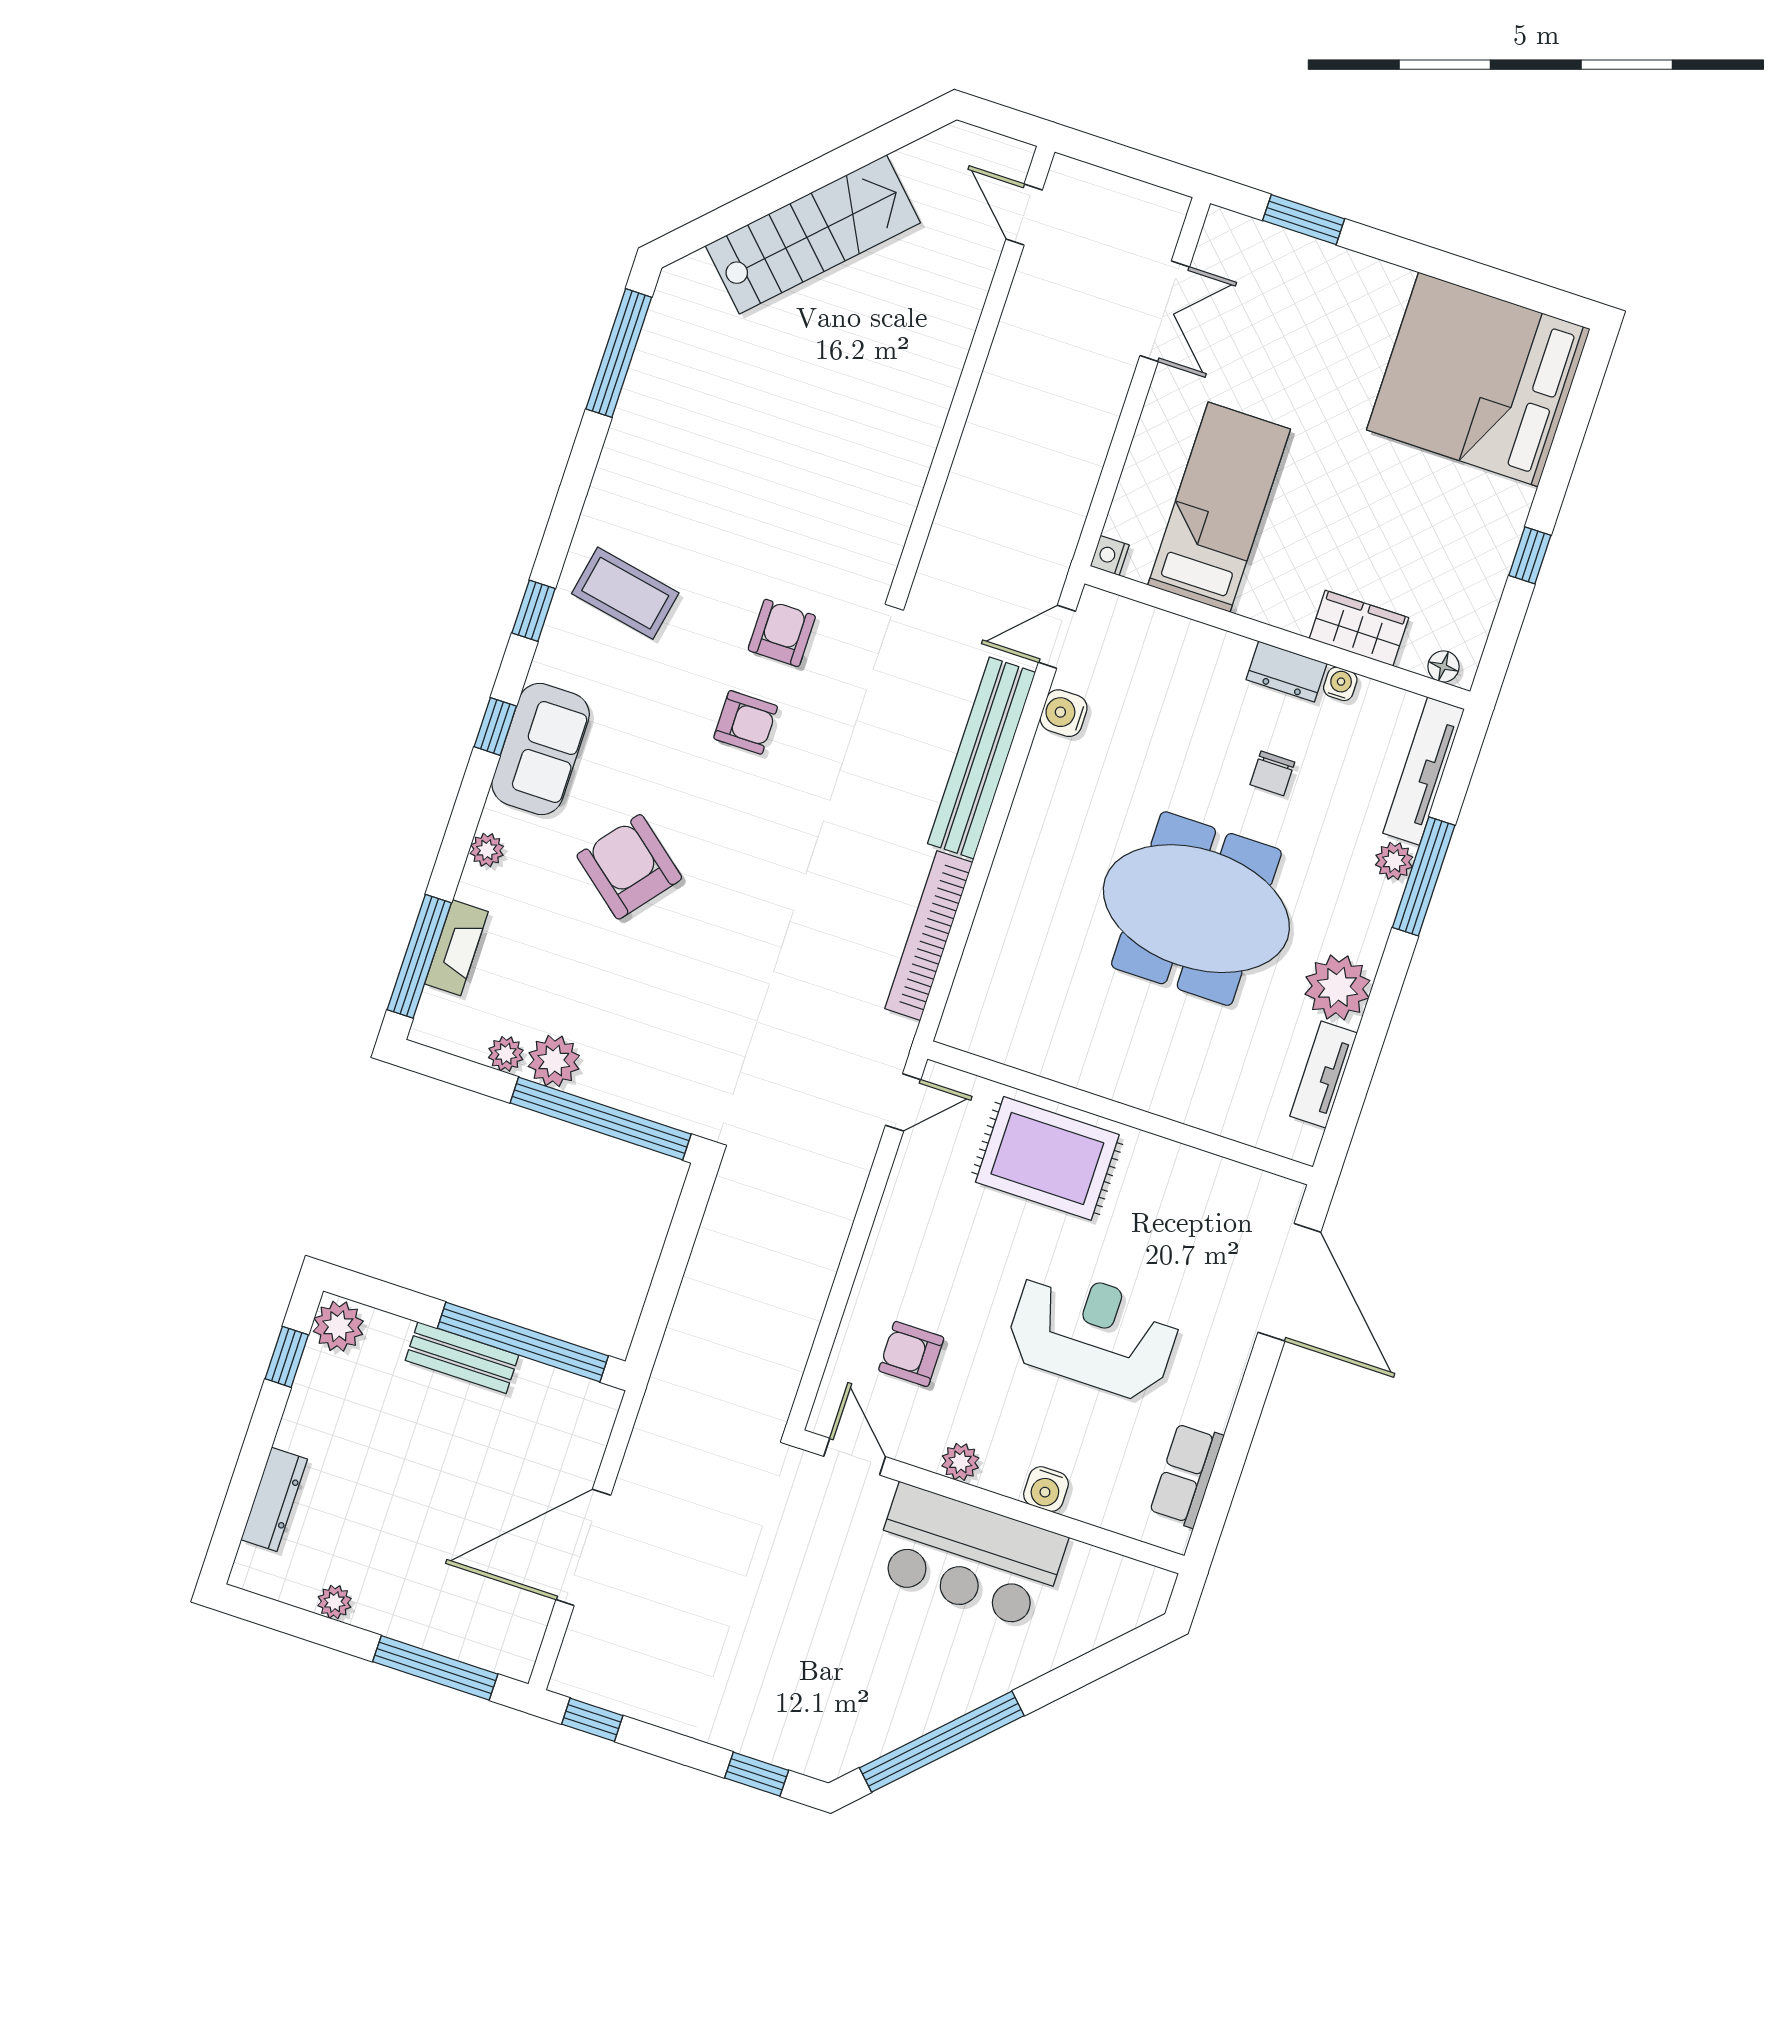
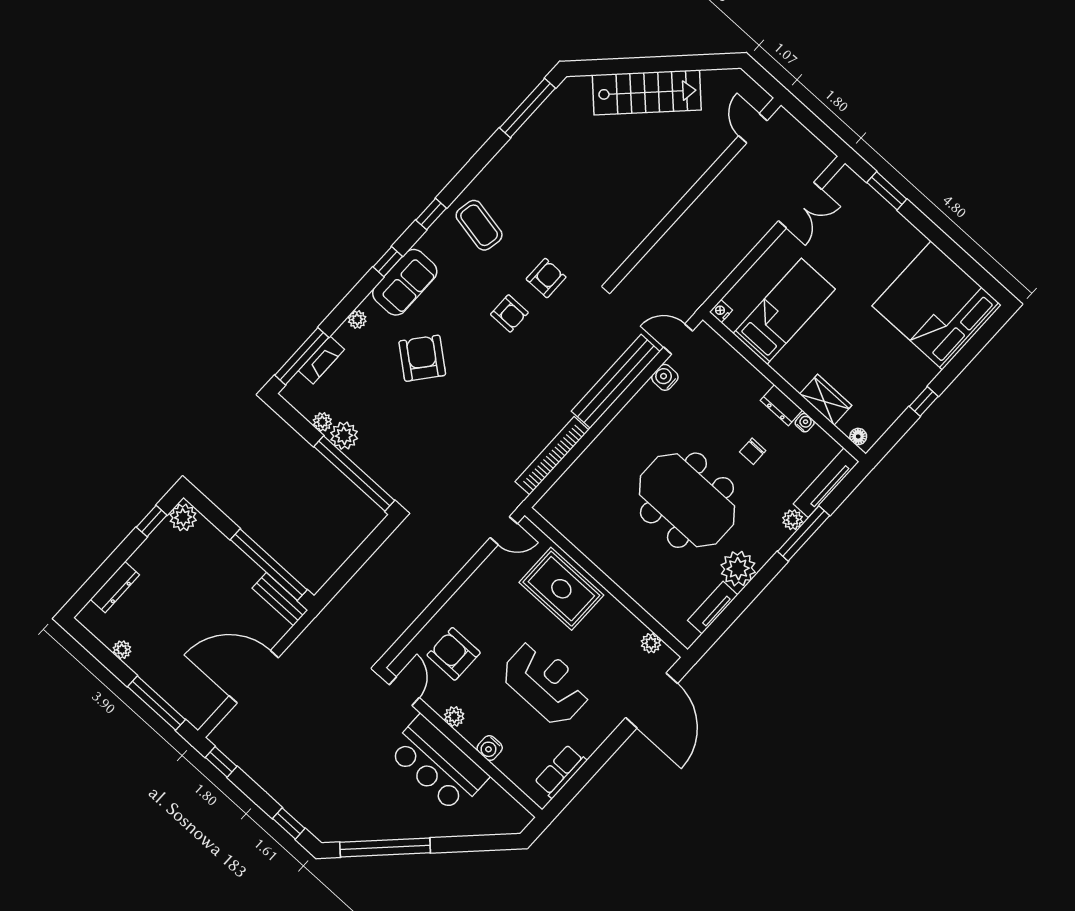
plant: (1244, 1183) -> (651, 643), added
armchair: (911, 1354) -> (454, 654), width x1.38, depth x1.38
bench: (462, 1358) -> (280, 599), moved

